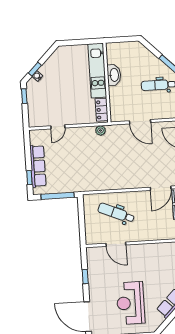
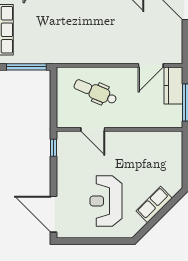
window: (85, 277) -> (53, 148), moved

